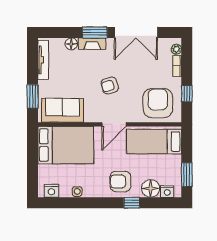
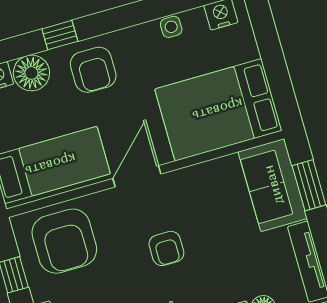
armchair: (110, 86) -> (166, 248), turned 107
sofa: (63, 110) -> (273, 185), moved, turned 90
armchair: (120, 181) -> (93, 70), turned 90

